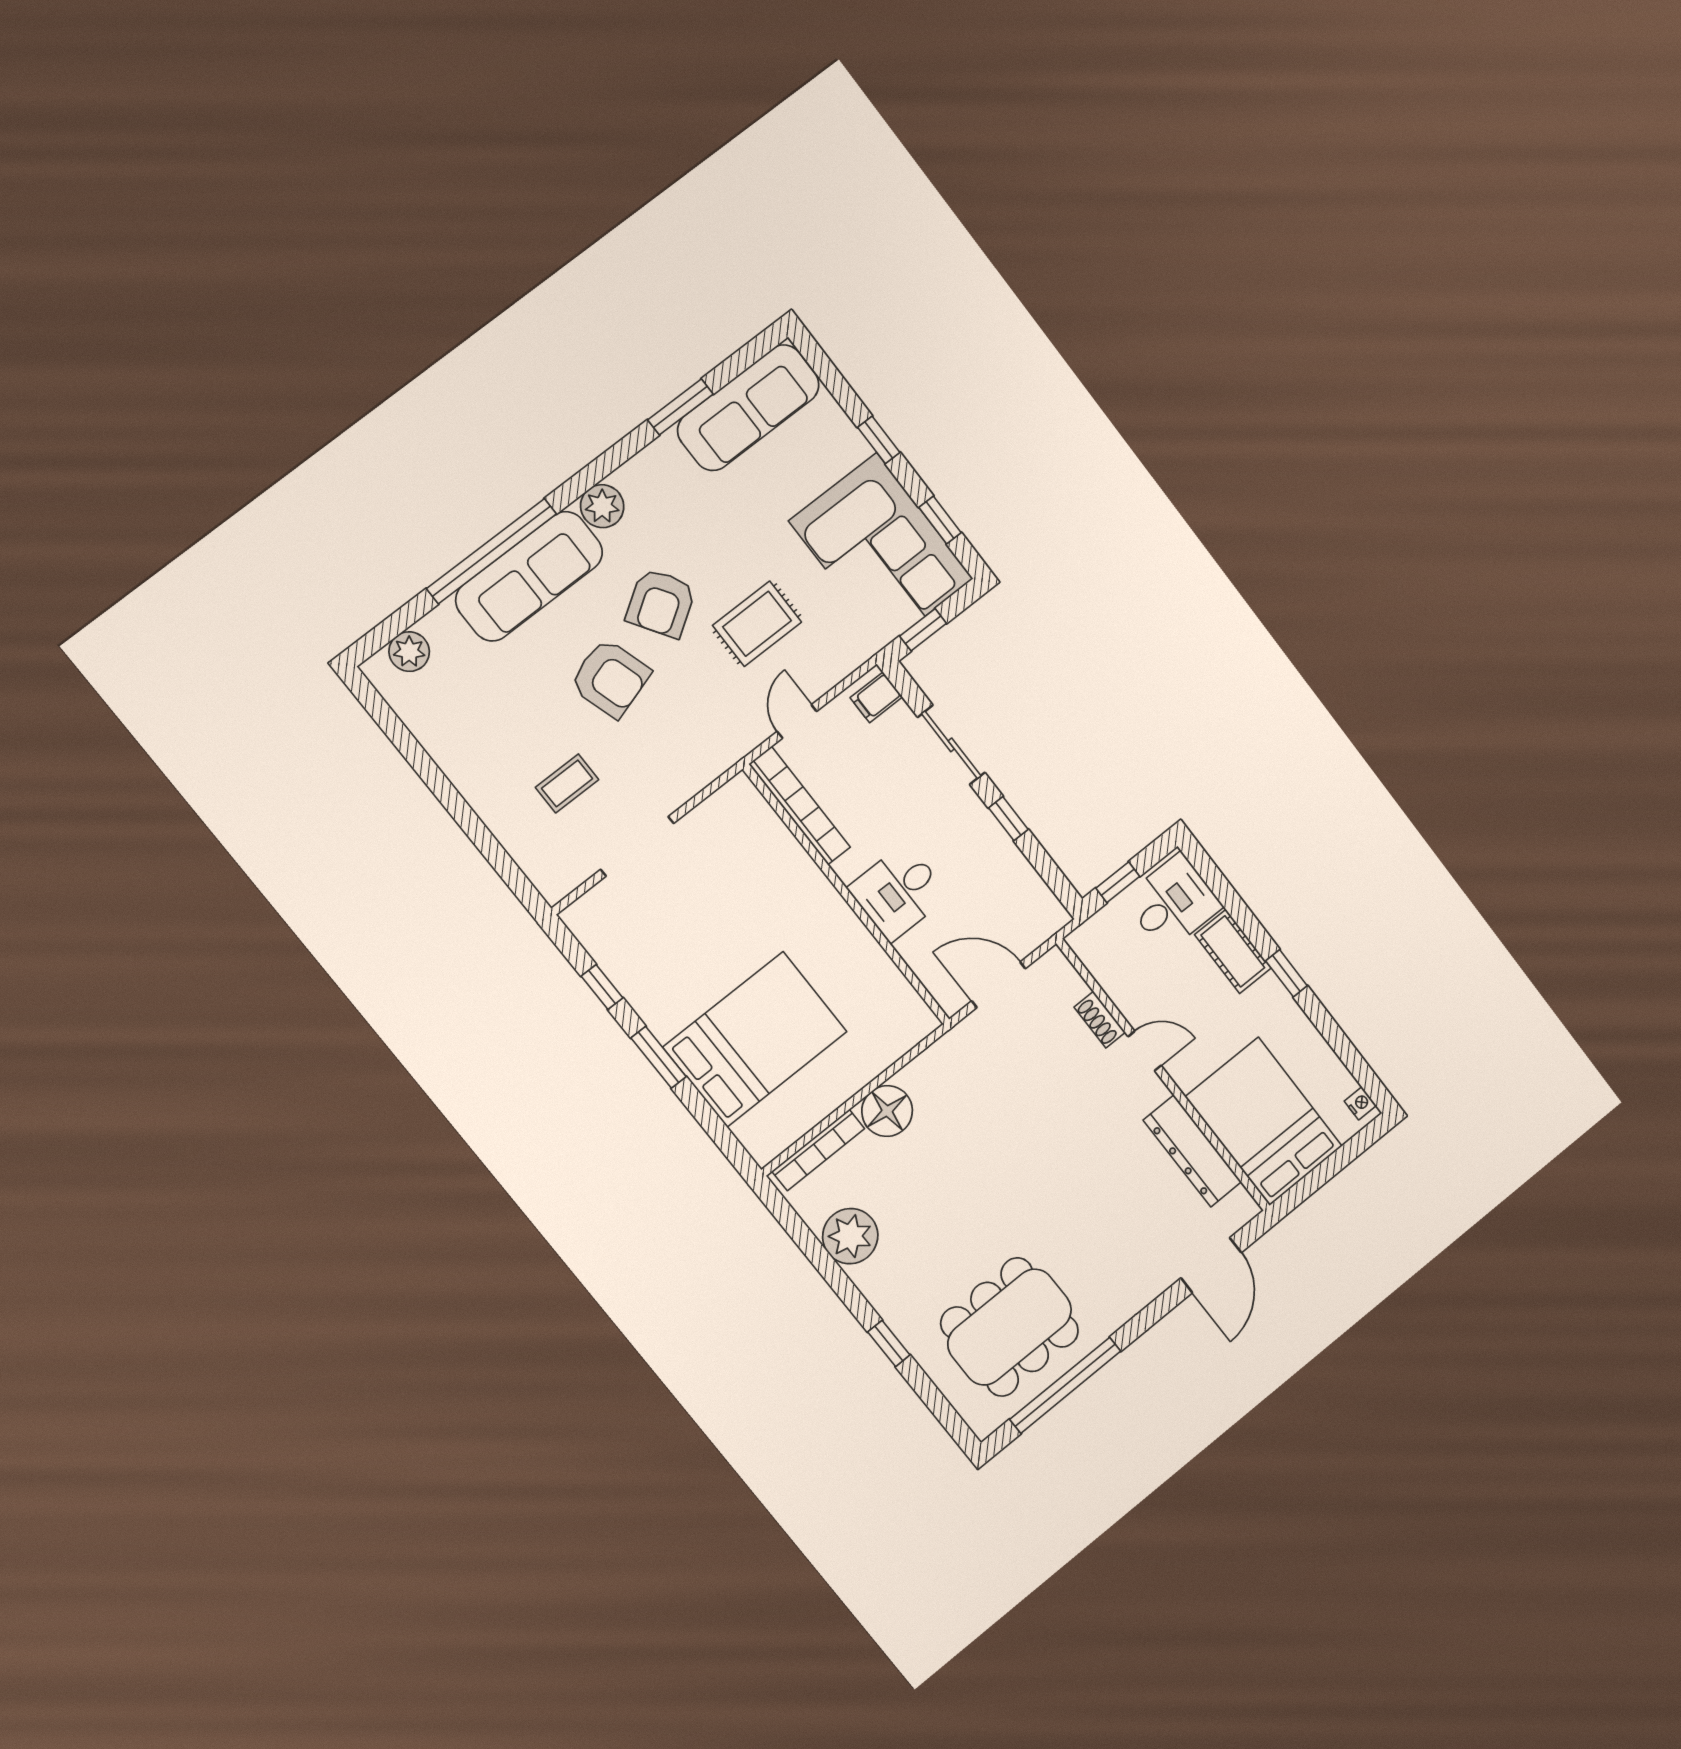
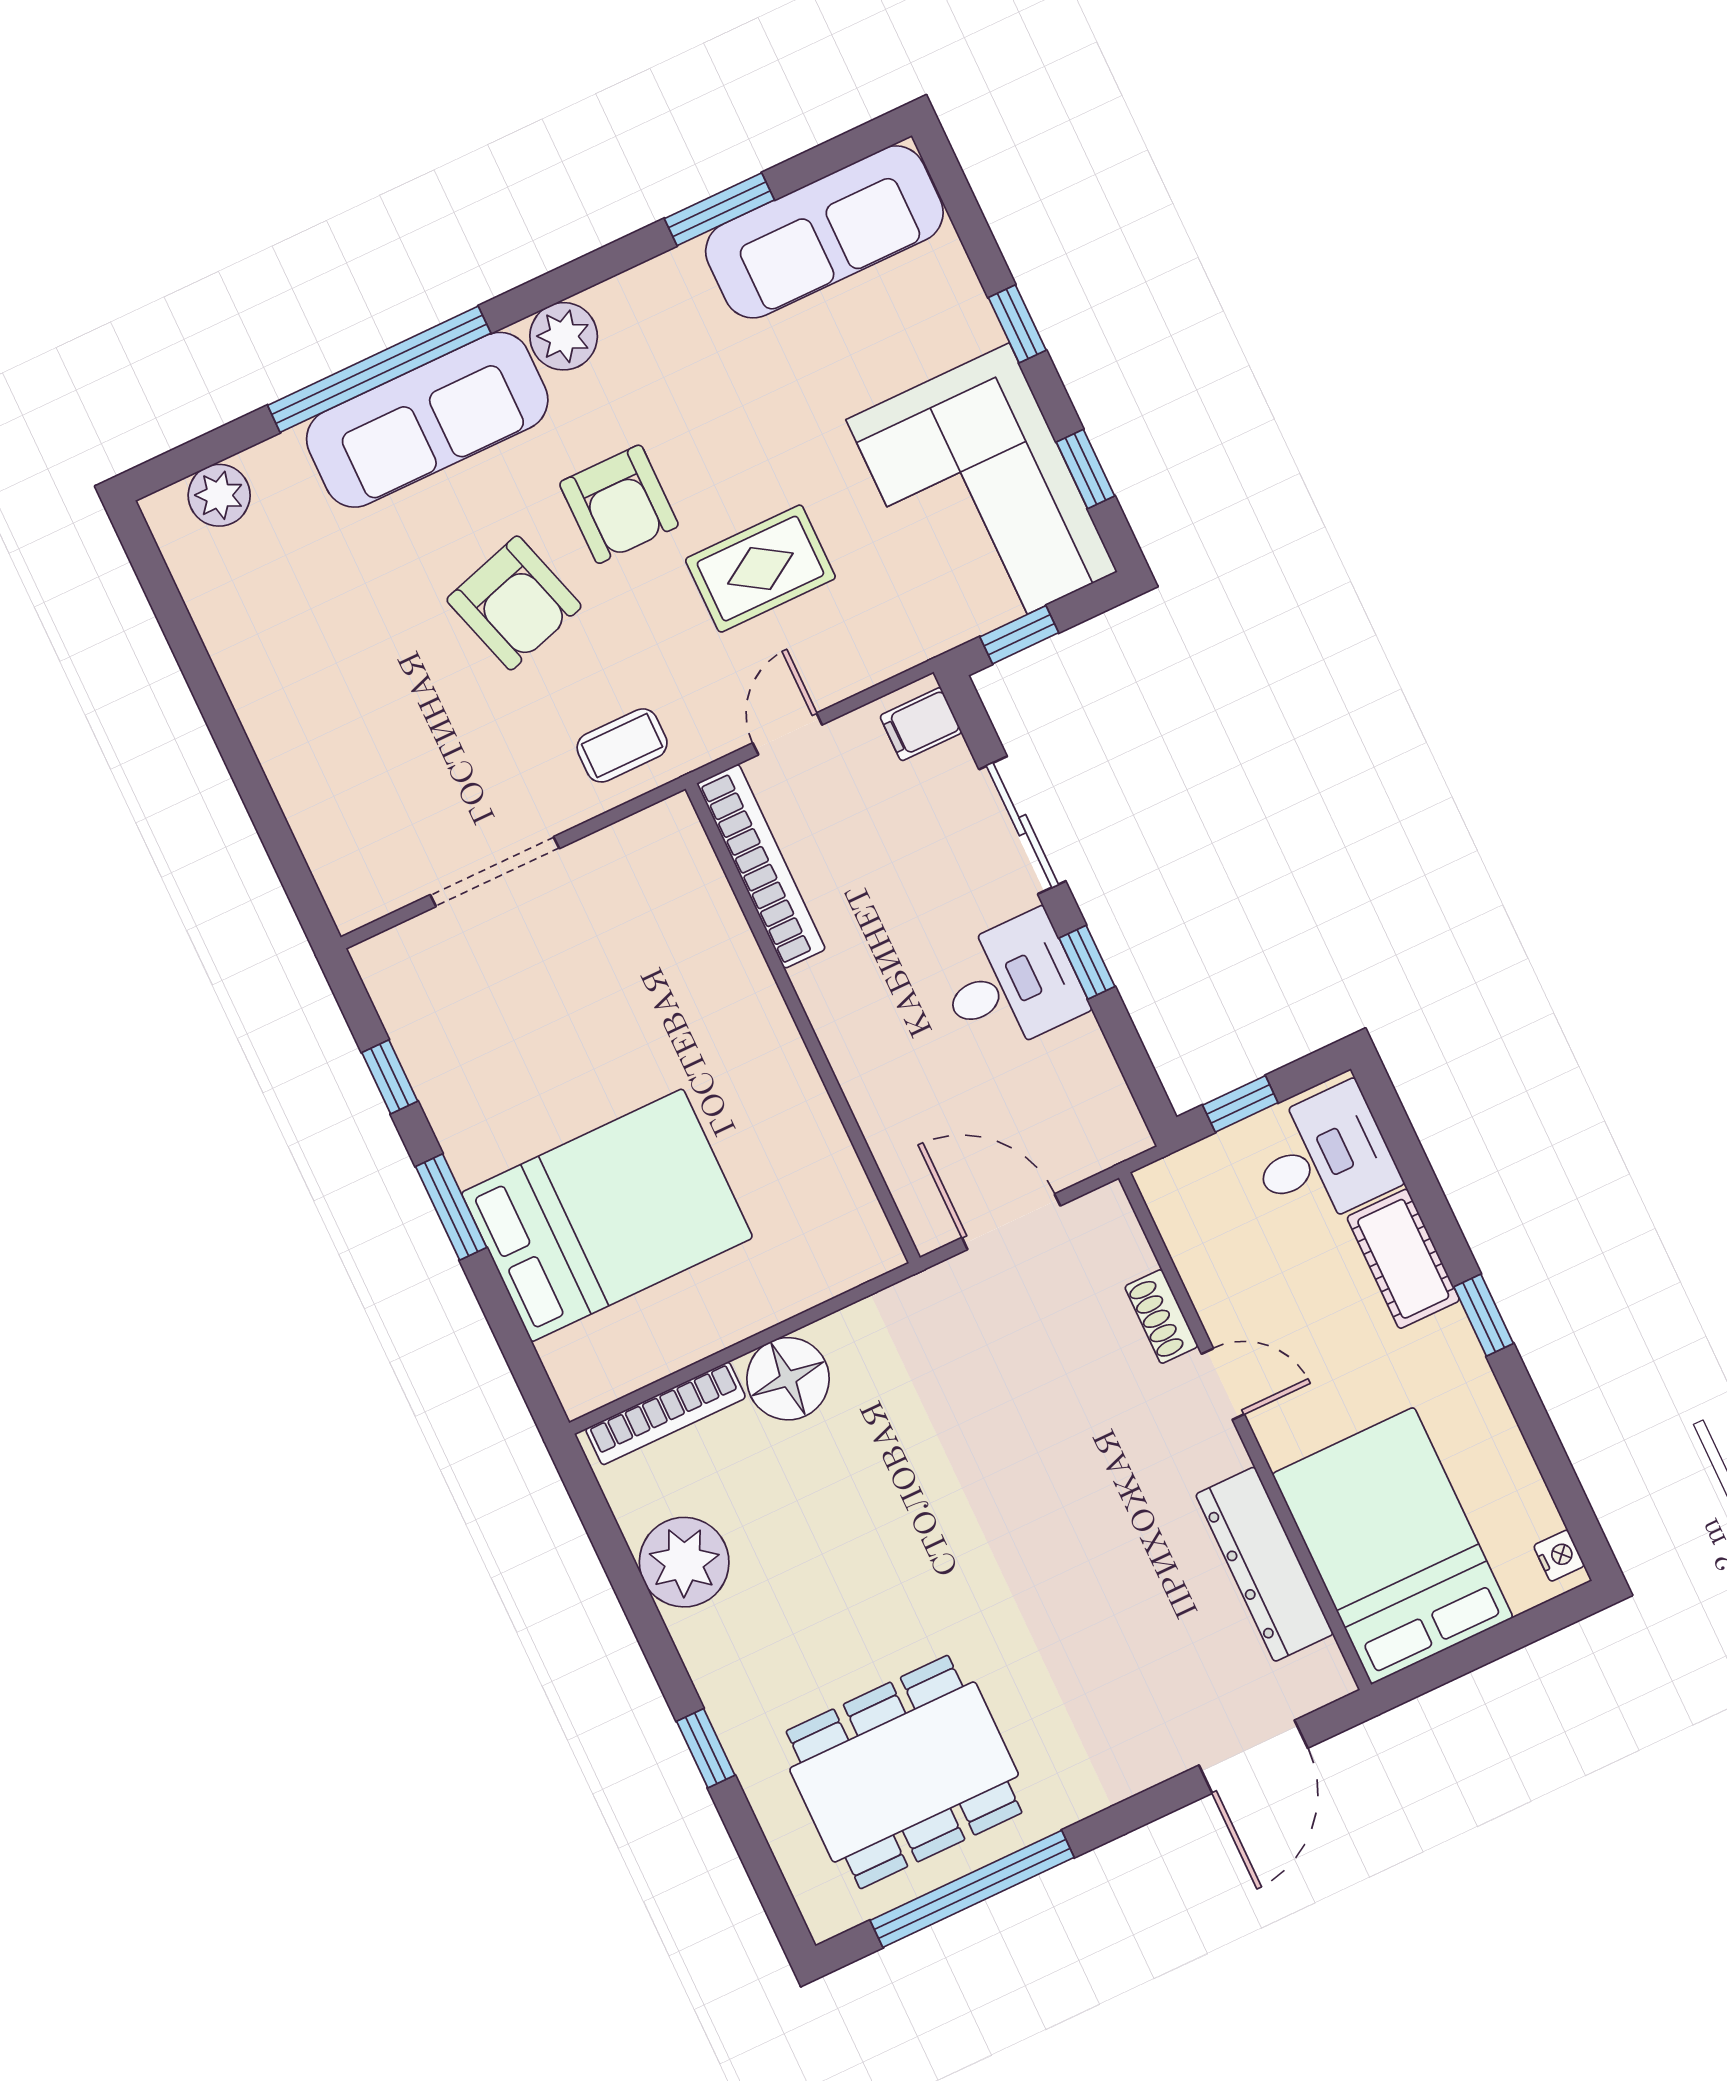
armchair: (661, 603) -> (619, 504), turned -57
coffee table: (567, 783) -> (622, 745), moved
desk: (898, 892) -> (1011, 984), moved, turned 180

